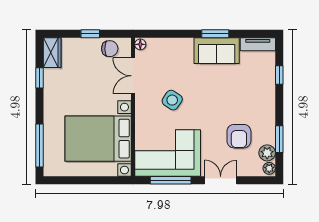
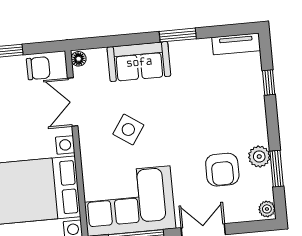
sofa: (217, 51) -> (139, 62), moved
plant: (267, 153) -> (259, 156), moved

